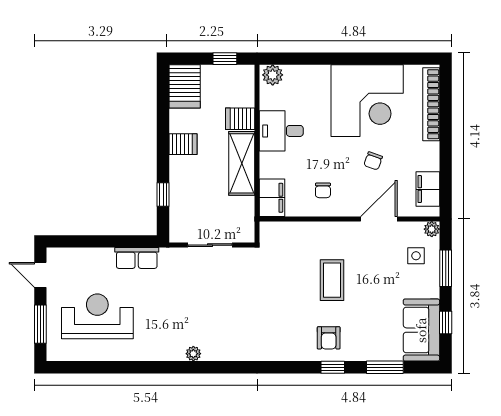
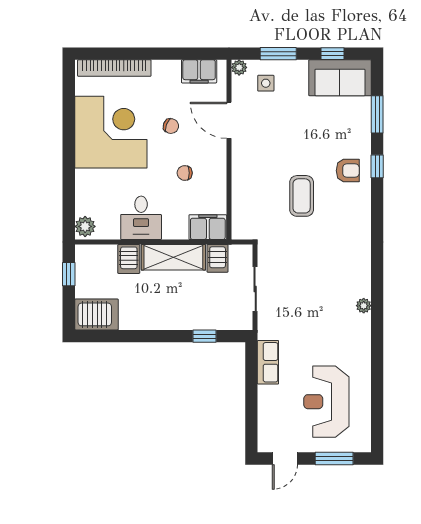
server rack: (183, 144) -> (218, 258), moved, turned 180
chair: (323, 190) -> (185, 173), moved, turned 180
coffee table: (332, 280) -> (302, 196), moved, turned 90

